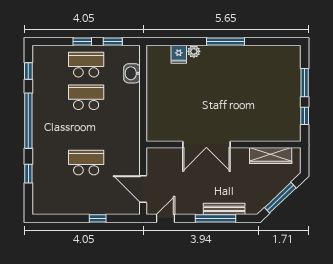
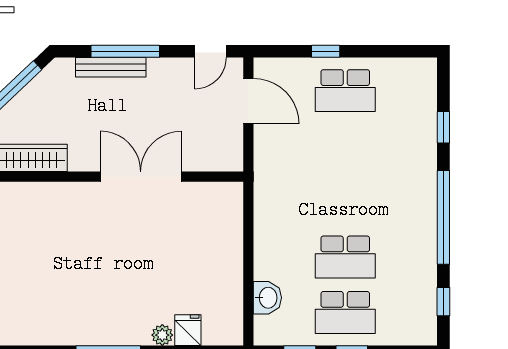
school desk: (86, 163) -> (345, 91), moved

